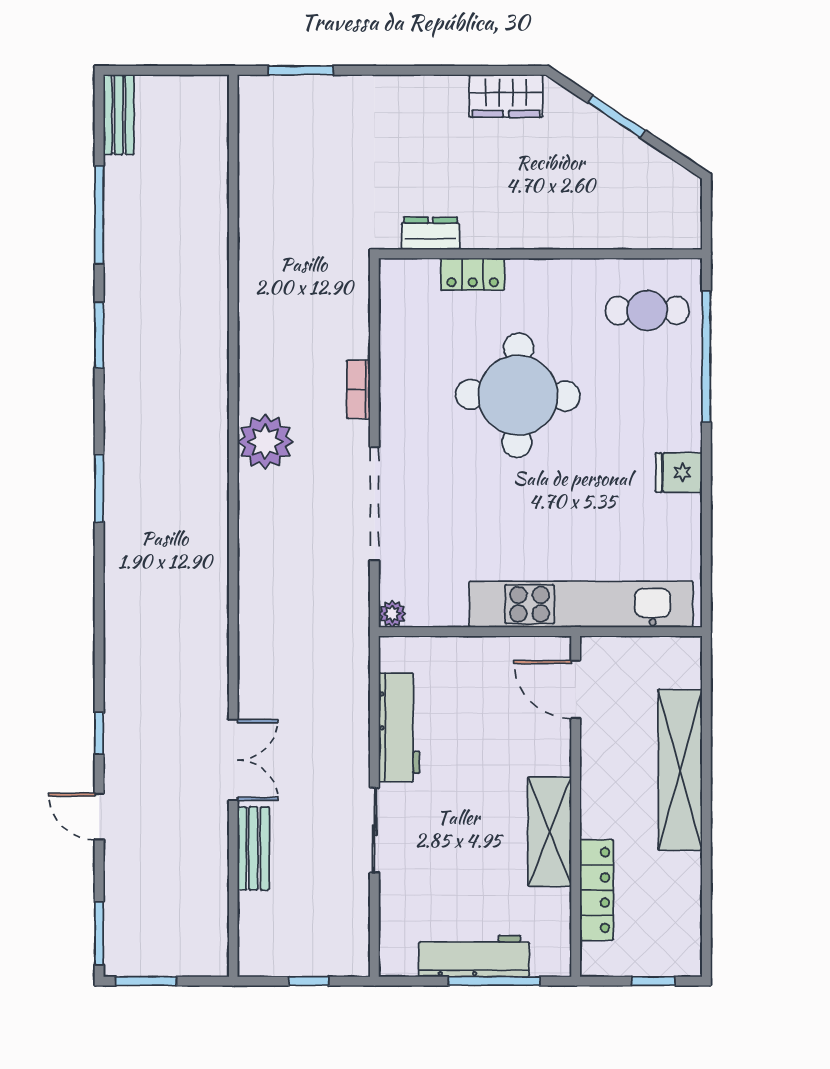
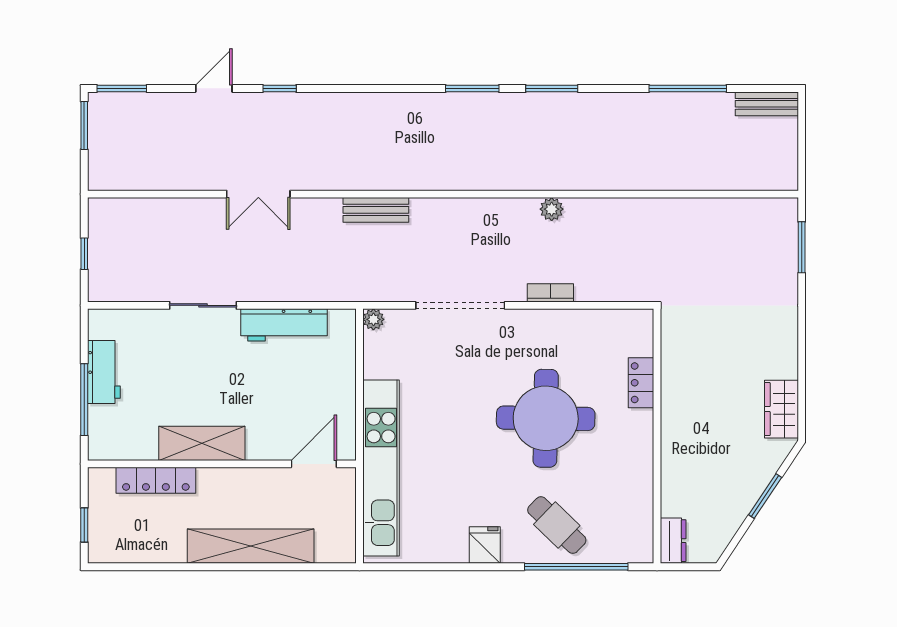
dresser: (430, 233) -> (673, 541), moved
cafe table: (647, 310) -> (557, 525), moved, turned -46
window: (99, 335) -> (552, 88), moved
plant: (265, 442) -> (552, 209), moved, width x0.53, depth x0.53
bench: (253, 848) -> (376, 210), moved
workbench: (474, 956) -> (104, 372), width x0.73

